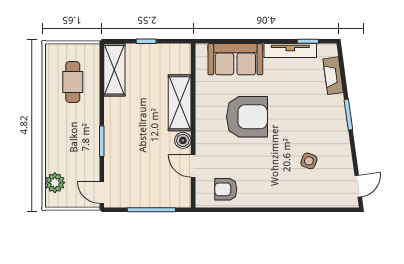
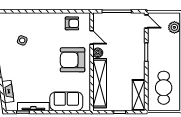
cafe table: (73, 82) -> (164, 88), width x1.37, depth x1.35
shelving: (180, 103) -> (100, 83), width x1.47
armchair: (247, 117) -> (73, 60), moved

